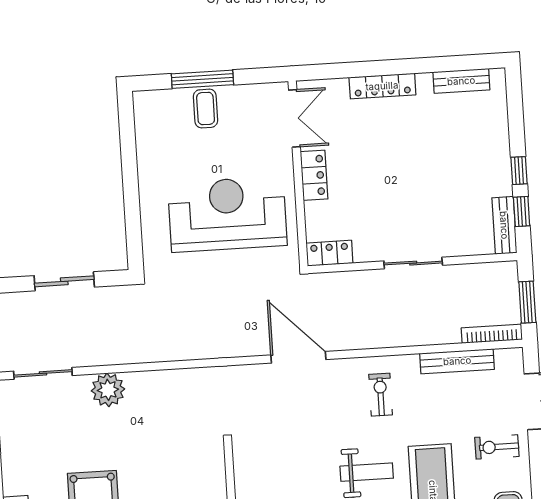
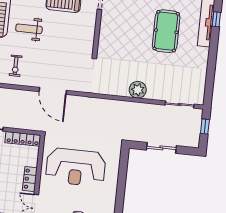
locker: (329, 253) -> (23, 139), width x1.53
plant: (108, 390) -> (138, 90), moved

